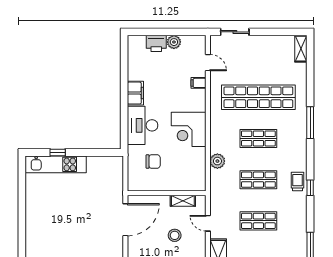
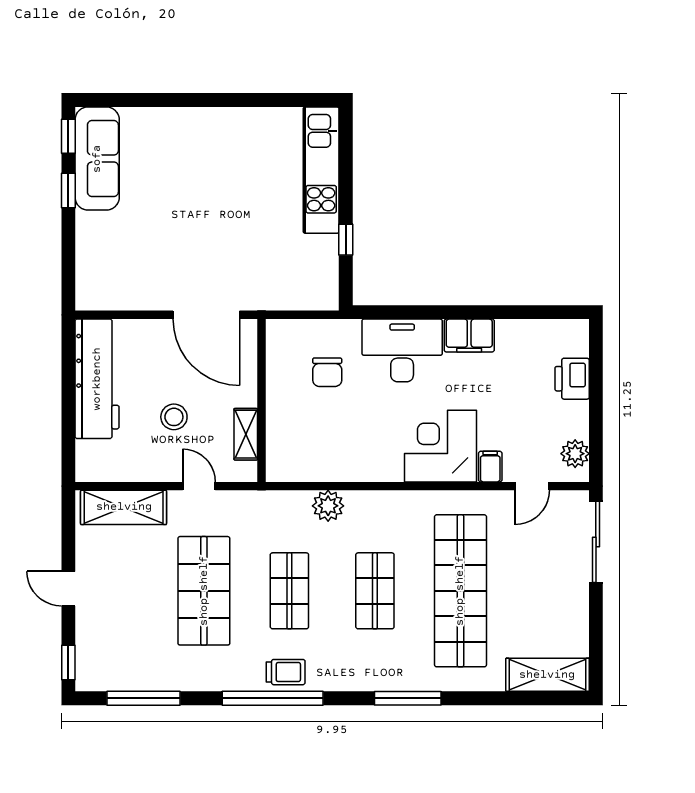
sliding door: (235, 32) -> (596, 542), width x1.37
plant: (174, 42) -> (575, 454), moved
shelving: (301, 49) -> (547, 675), width x1.50, depth x1.33
corner desk: (189, 129) -> (441, 446), moved
window: (58, 153) -> (346, 240), moved
window: (310, 188) -> (273, 698), width x3.17
shop shelf: (258, 221) -> (204, 591), width x1.43, depth x1.36
door: (208, 223) -> (199, 486), hinge flipped

